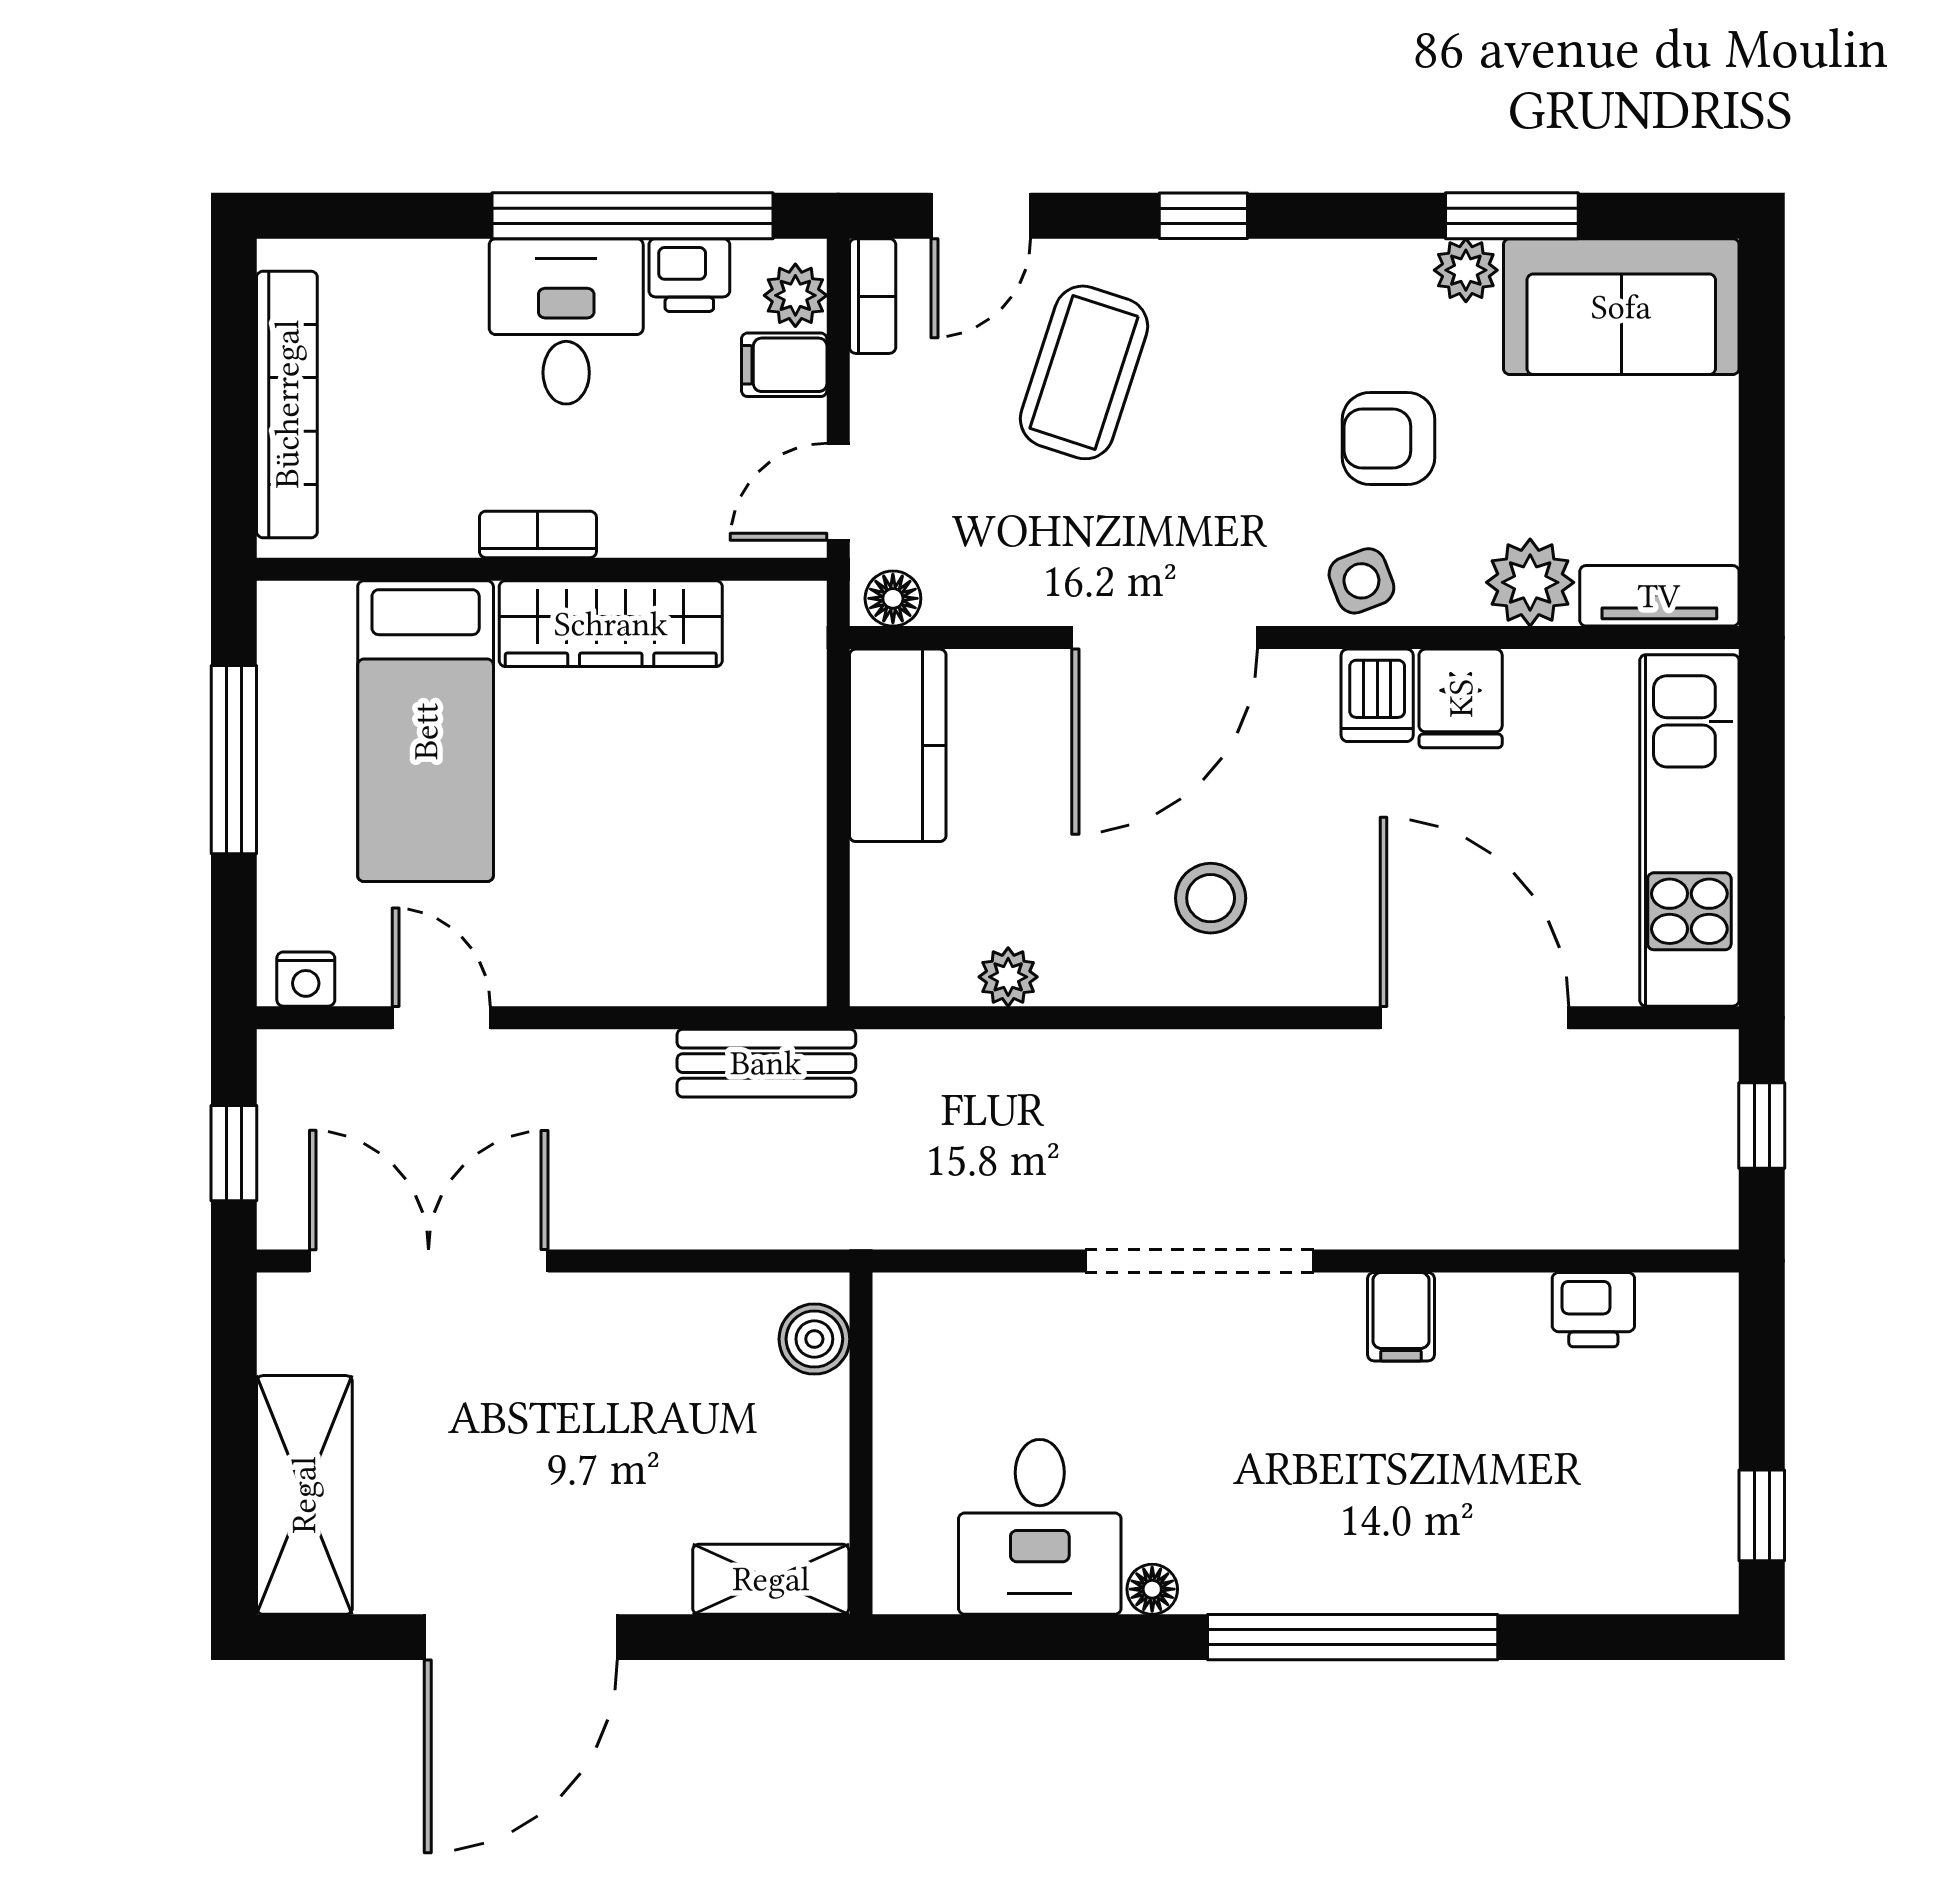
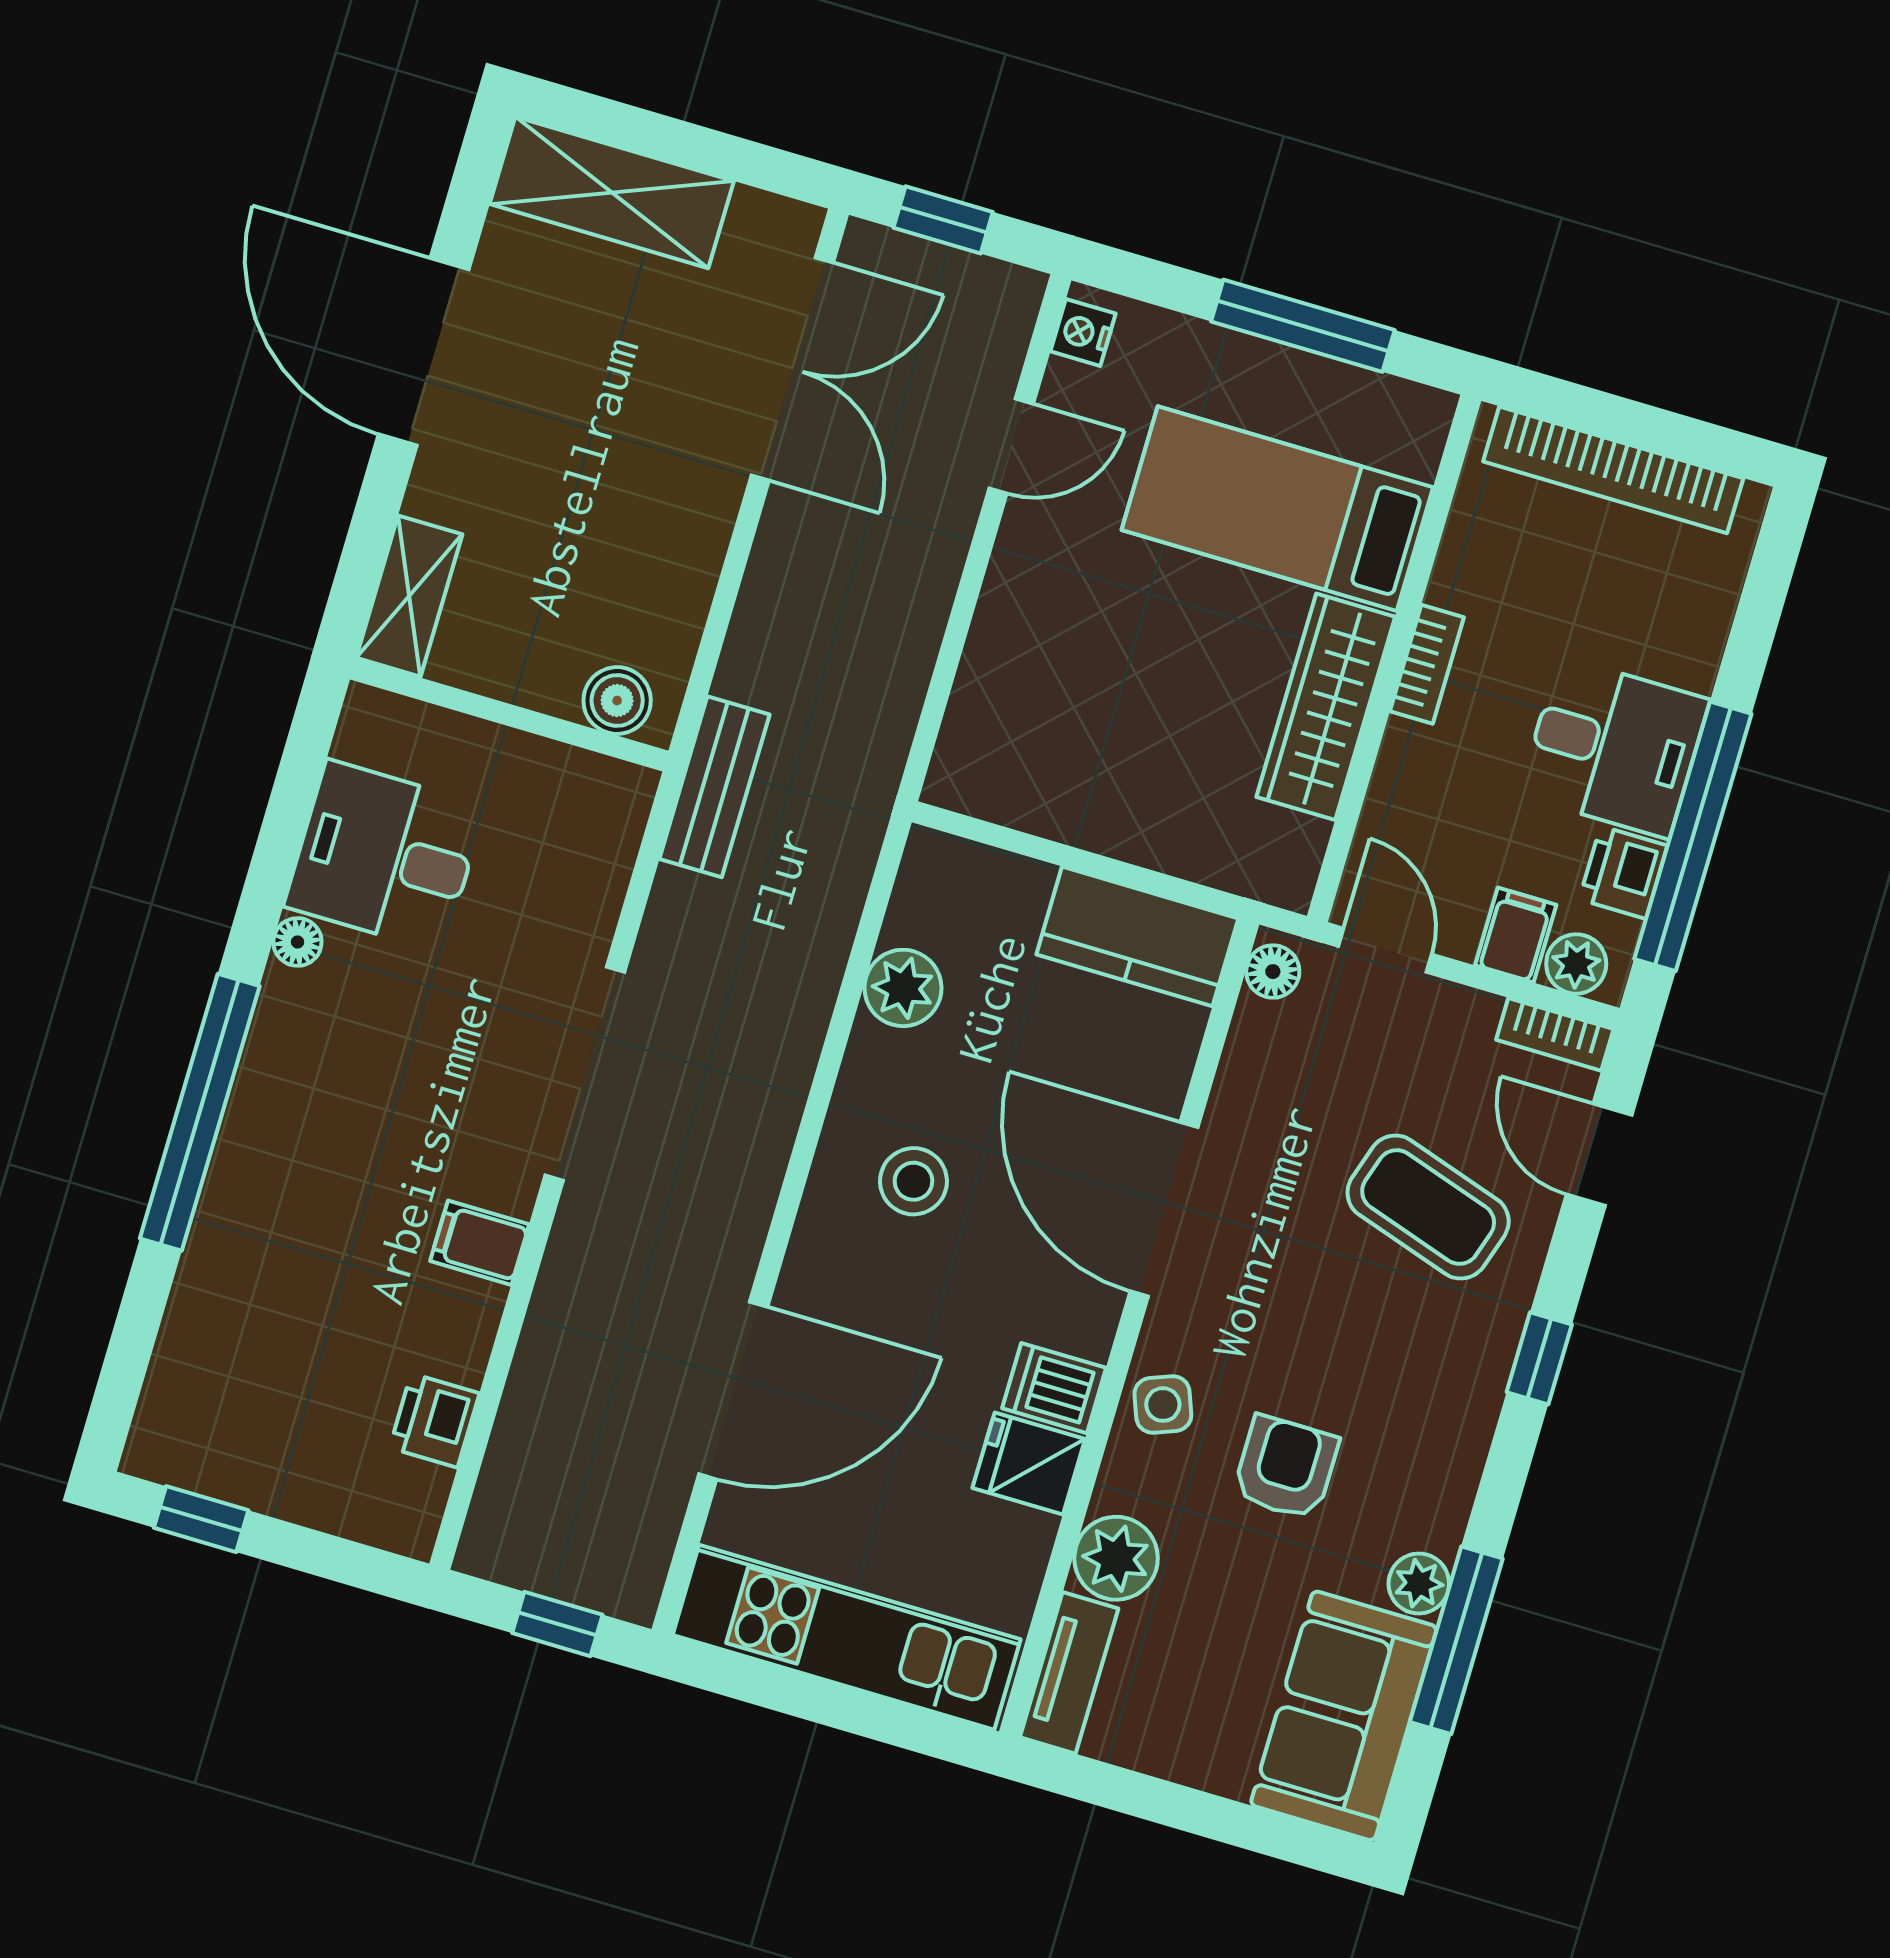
window: (1512, 216) -> (1456, 1640), width x1.44
plant: (1008, 977) -> (903, 988), width x1.38, depth x1.38
bench: (766, 1063) -> (714, 787), moved

